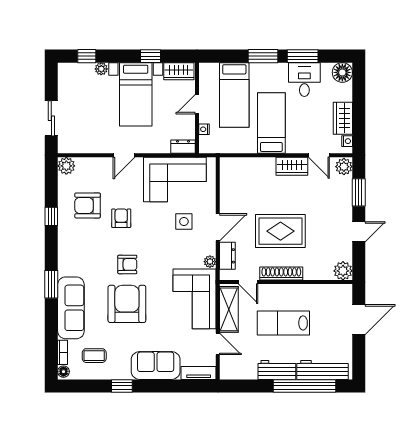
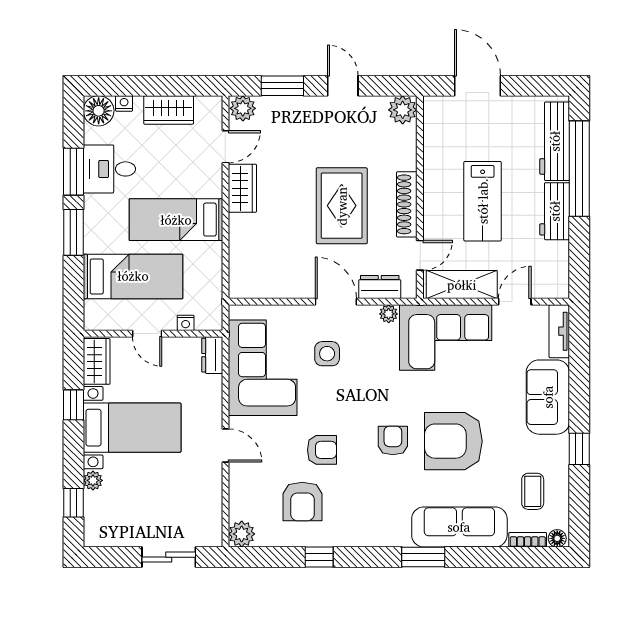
nightstand: (347, 141) -> (124, 103), moved
armchair: (121, 218) -> (322, 450), turned 180

